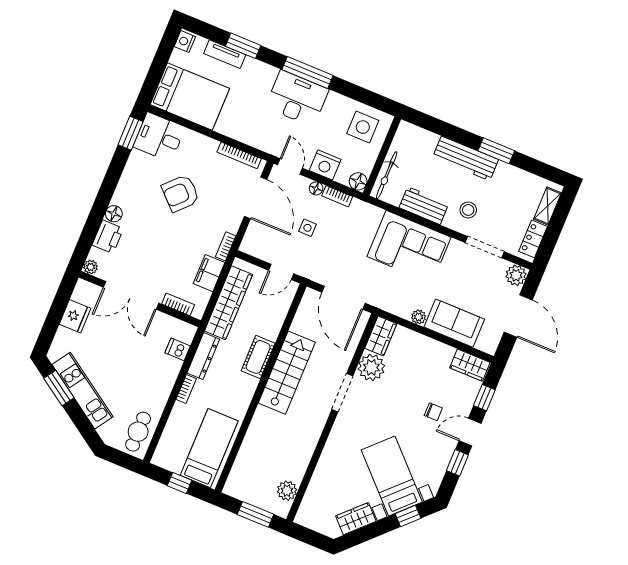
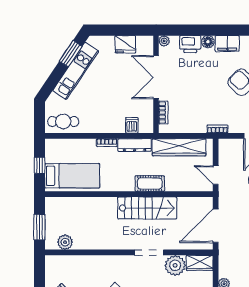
filing cabinet: (209, 273) -> (227, 44), moved, turned 180

